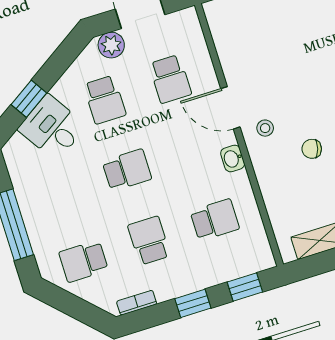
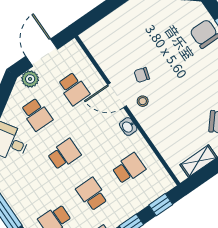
chair: (312, 149) -> (142, 75), moved

